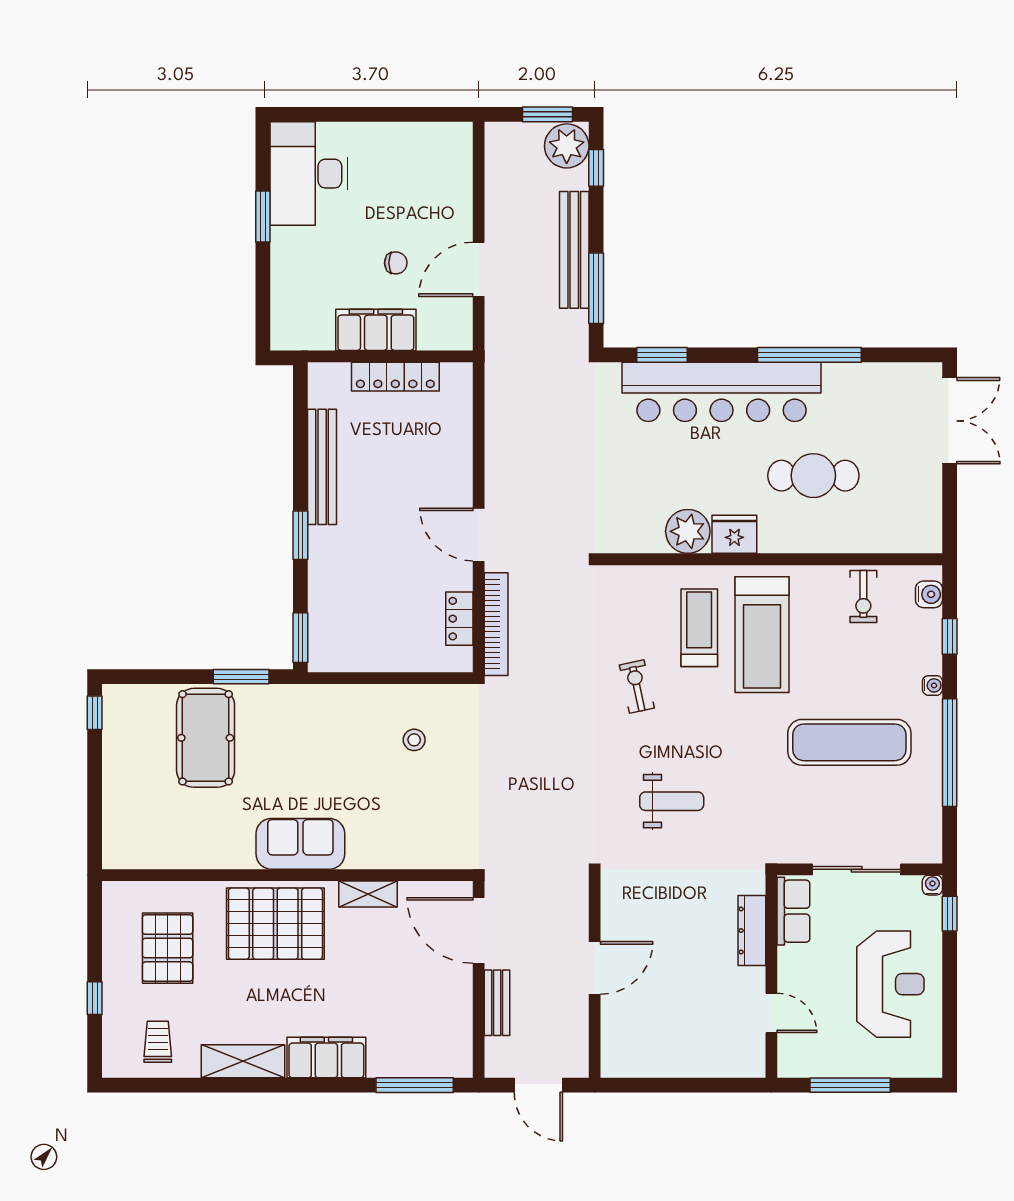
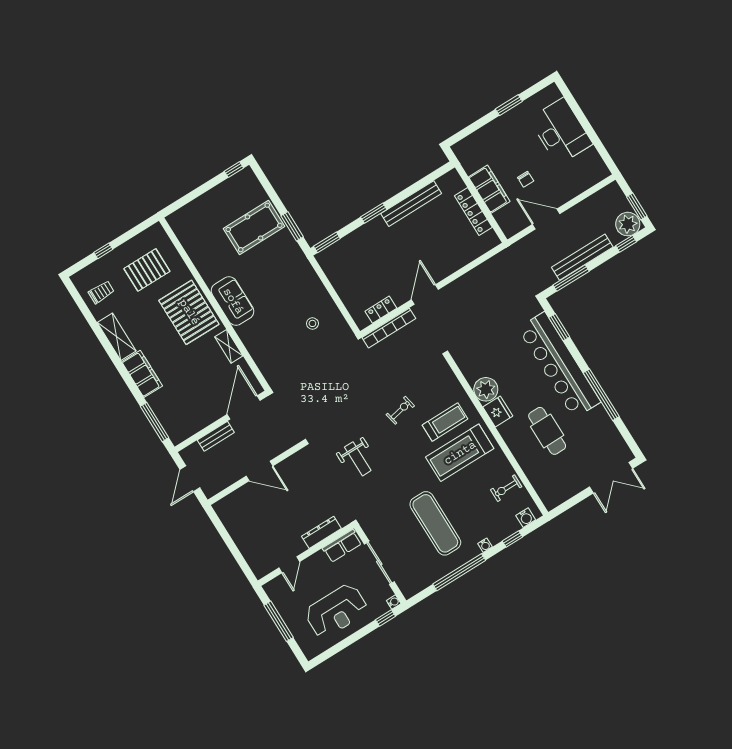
desk: (309, 174) -> (561, 131), moved, turned 90

